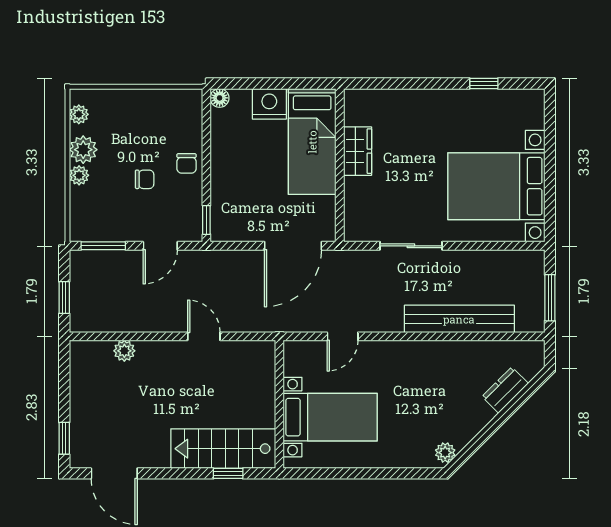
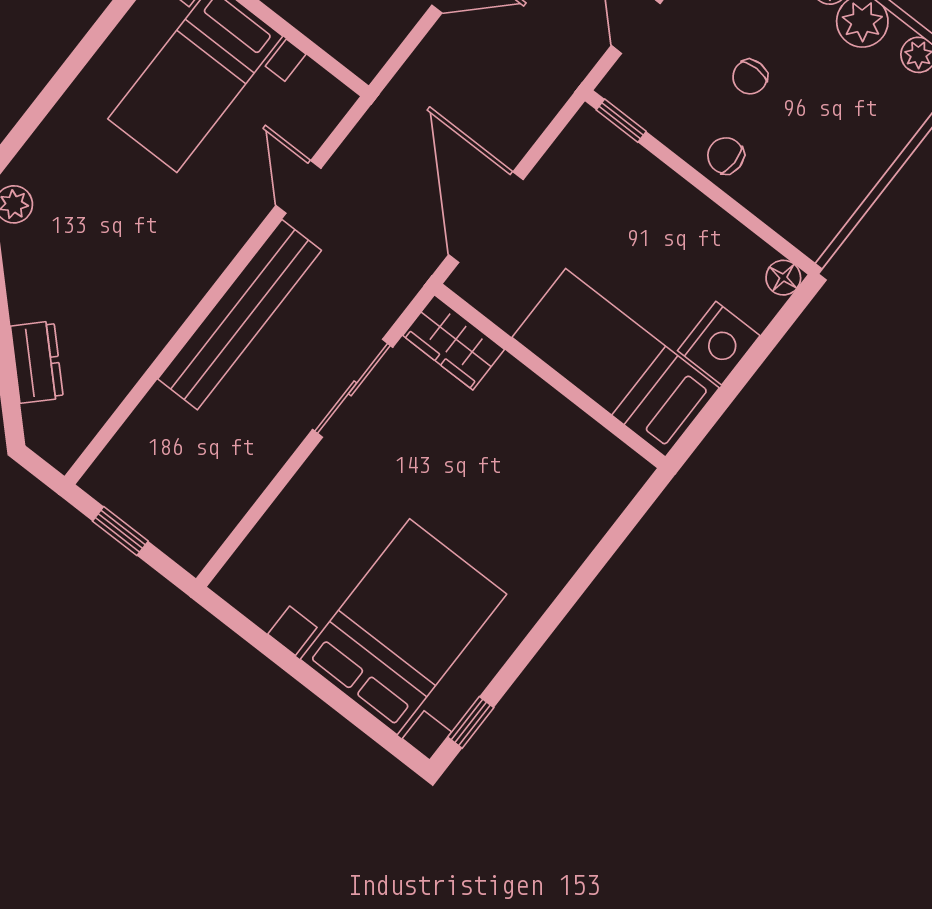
window: (484, 84) -> (471, 722), moved
wardrobe: (358, 151) -> (454, 342), moved
bed with nightstands: (496, 186) -> (403, 627), moved
window: (550, 298) -> (120, 531), width x0.67
bench: (459, 319) -> (240, 315), moved

